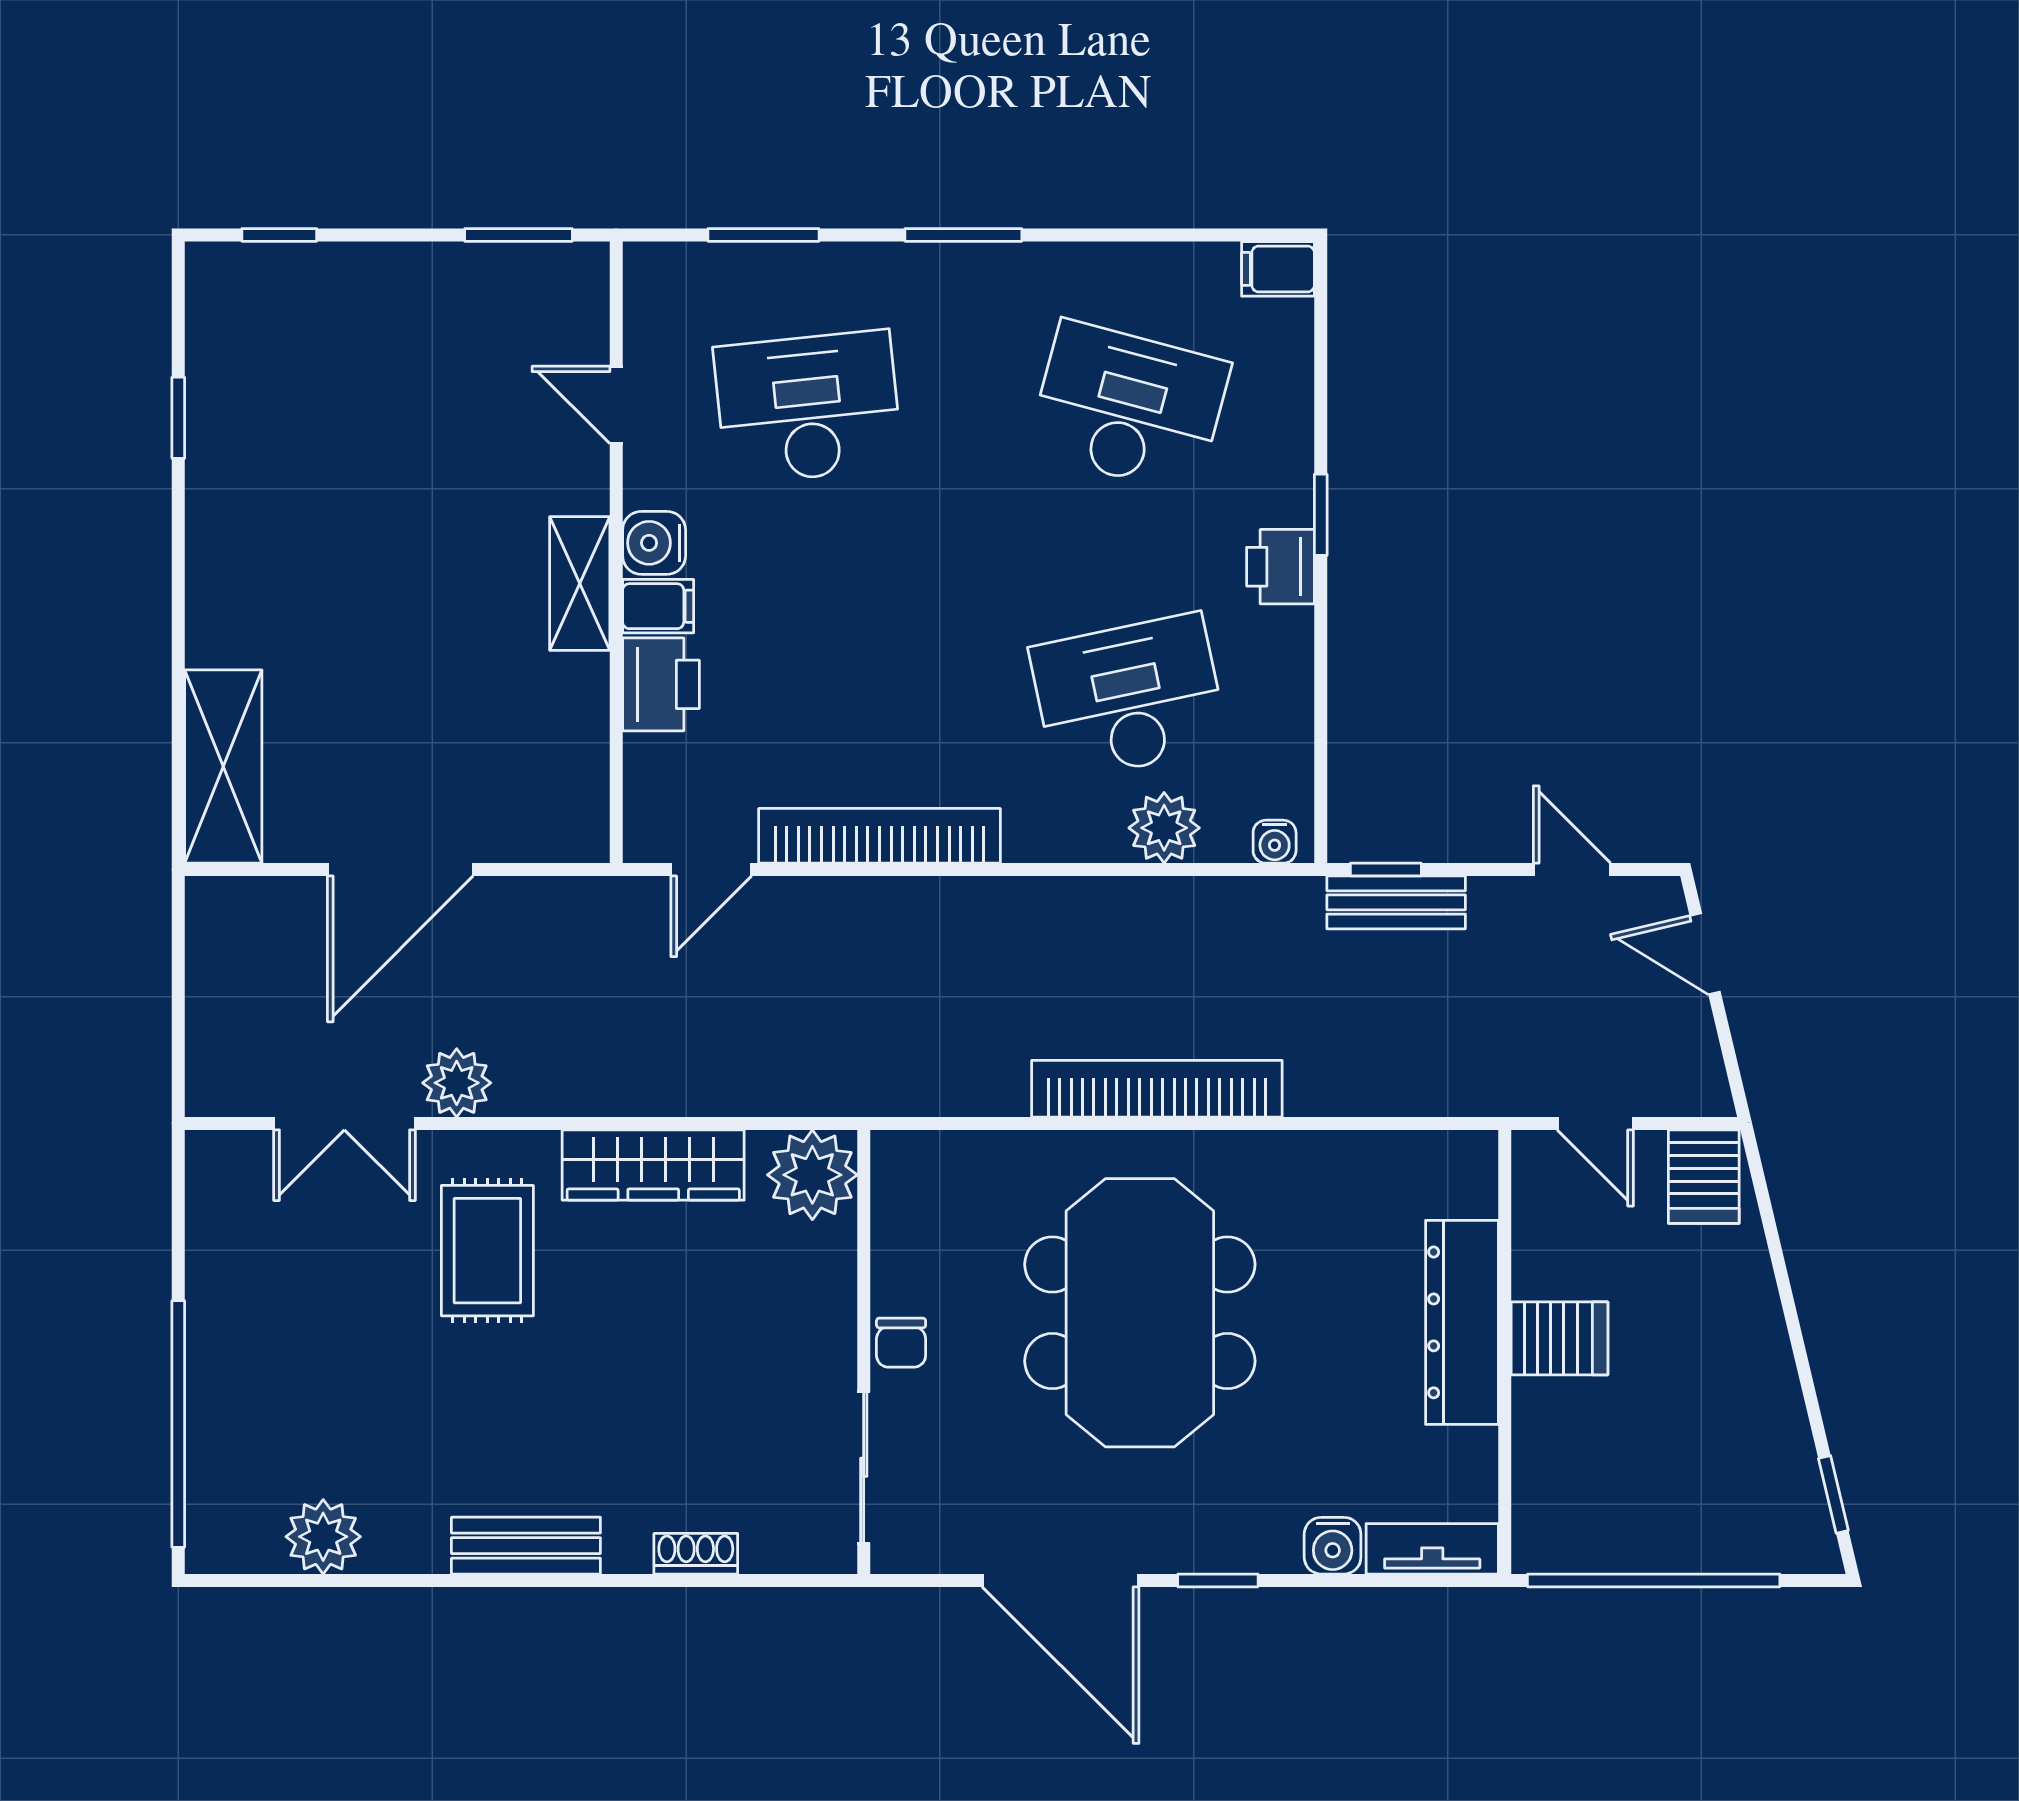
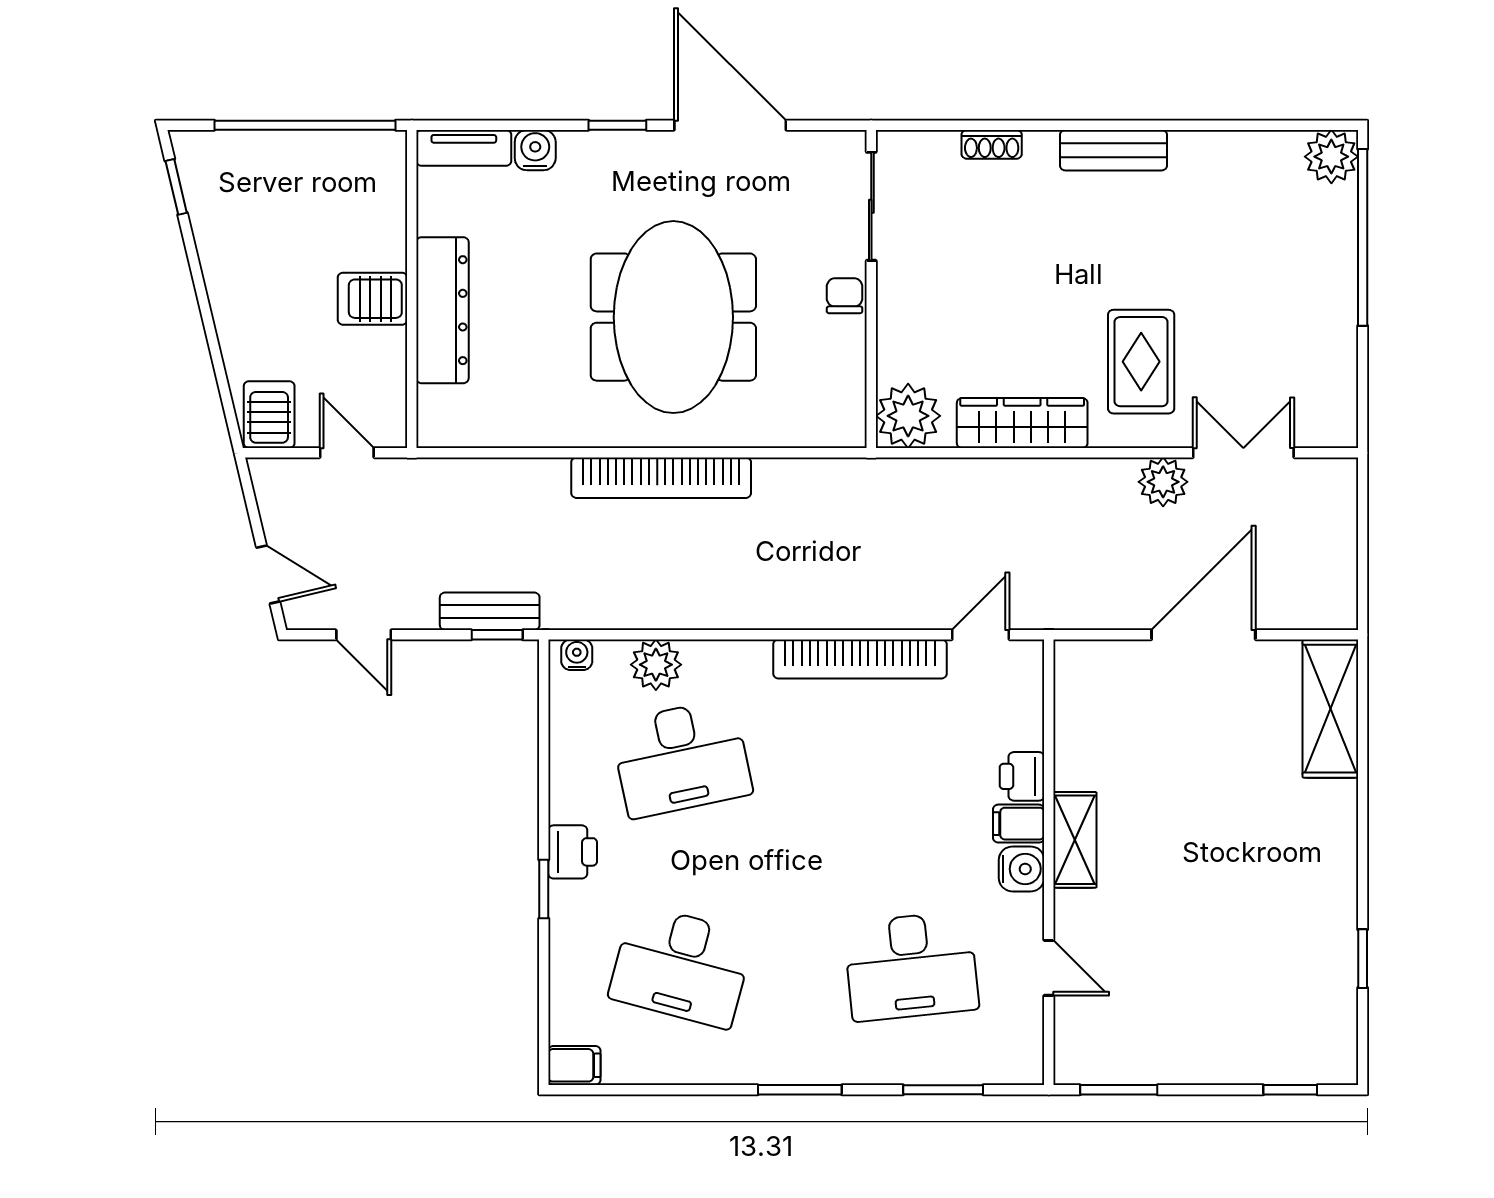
printer: (661, 684) -> (1022, 776), width x0.73, depth x0.81
plant: (323, 1537) -> (1331, 157), moved

